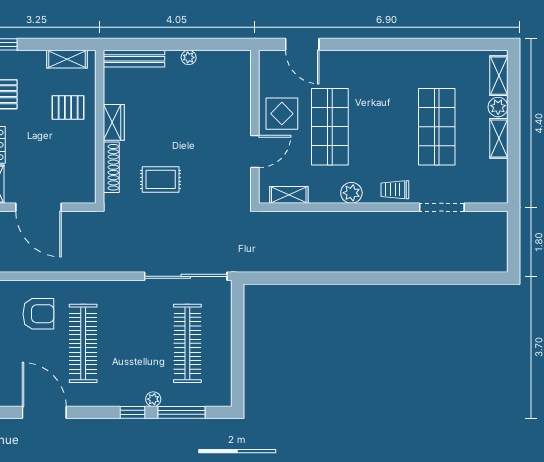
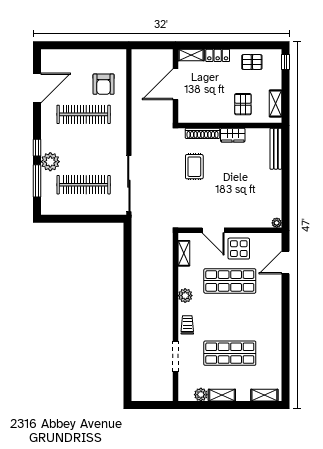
plant: (189, 57) -> (277, 223), moved
plant: (498, 107) -> (201, 395), moved
plant: (153, 399) -> (50, 162), width x1.88, depth x1.88

